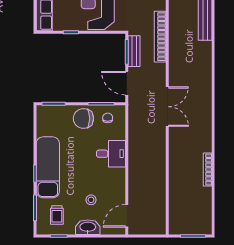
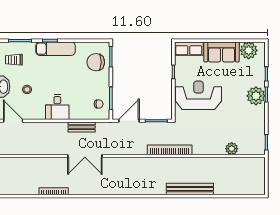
bench: (134, 51) -> (82, 127), moved
double door: (167, 107) -> (85, 156), moved
chair: (83, 118) -> (96, 62), moved, turned -88
desk: (111, 154) -> (57, 107), moved
exam couch: (48, 167) -> (55, 49), width x0.73, depth x0.69

